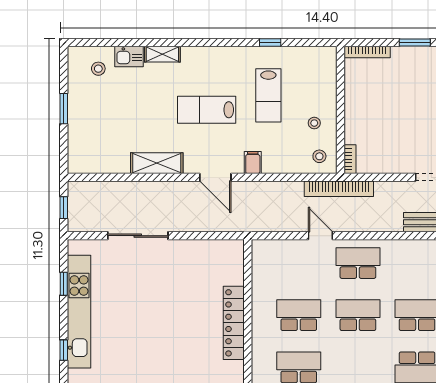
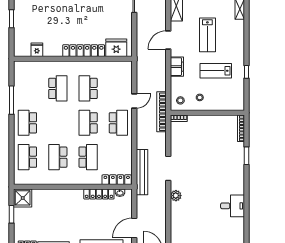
lab bench: (207, 110) -> (207, 35), turned 180
filing cabinet: (253, 163) -> (177, 67), width x2.00
fridge: (229, 267) -> (116, 48), added
school desk: (299, 315) -> (88, 88), turned 180
school desk: (358, 315) -> (88, 123), turned 180

